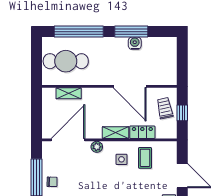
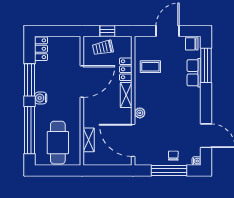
water cooler: (135, 43) -> (41, 98), moved
locker: (164, 44) -> (41, 49), added
side table: (121, 159) -> (152, 89), removed

